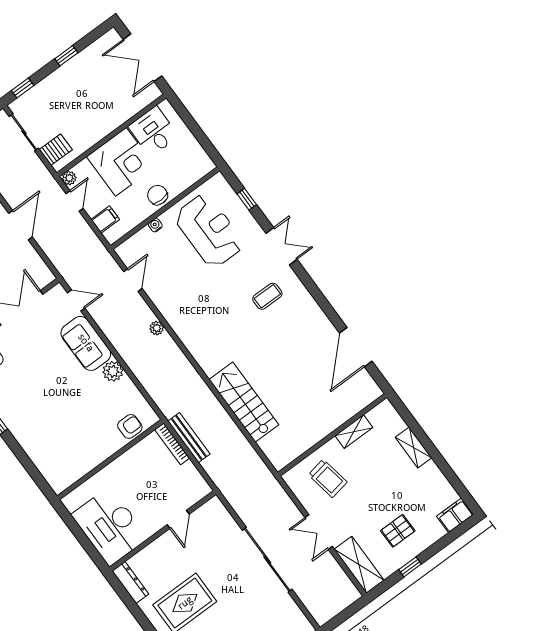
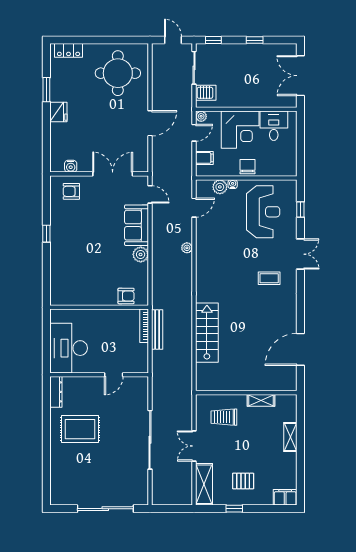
plant: (144, 238) -> (220, 187), added
trolley: (328, 478) -> (224, 417), turned 100

